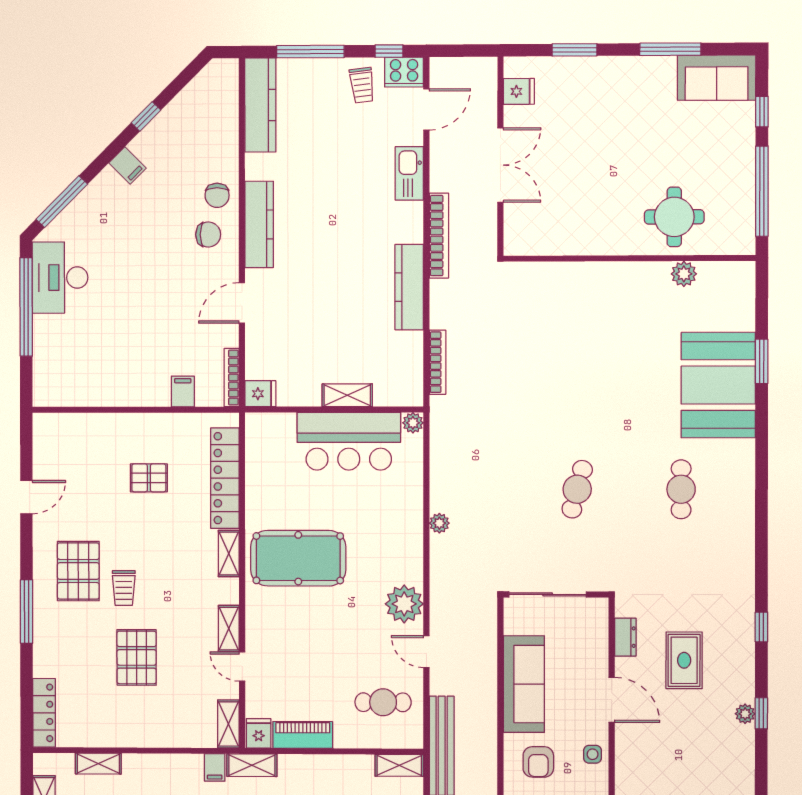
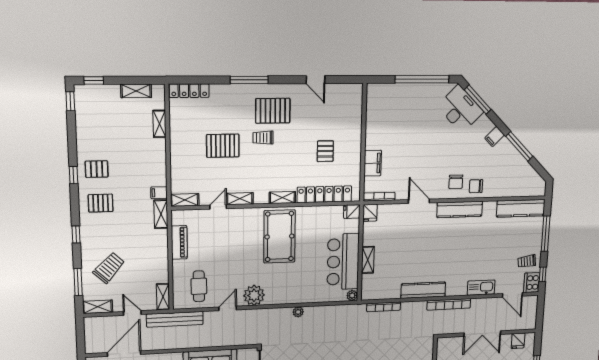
window: (146, 116) -> (519, 146), width x2.17
desk: (60, 278) -> (460, 109), moved, turned 45
filing cabinet: (183, 391) -> (373, 163), width x2.00
fridge: (259, 733) -> (352, 212), moved, turned 180

